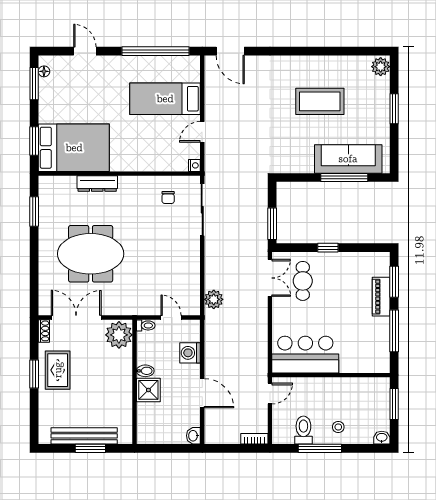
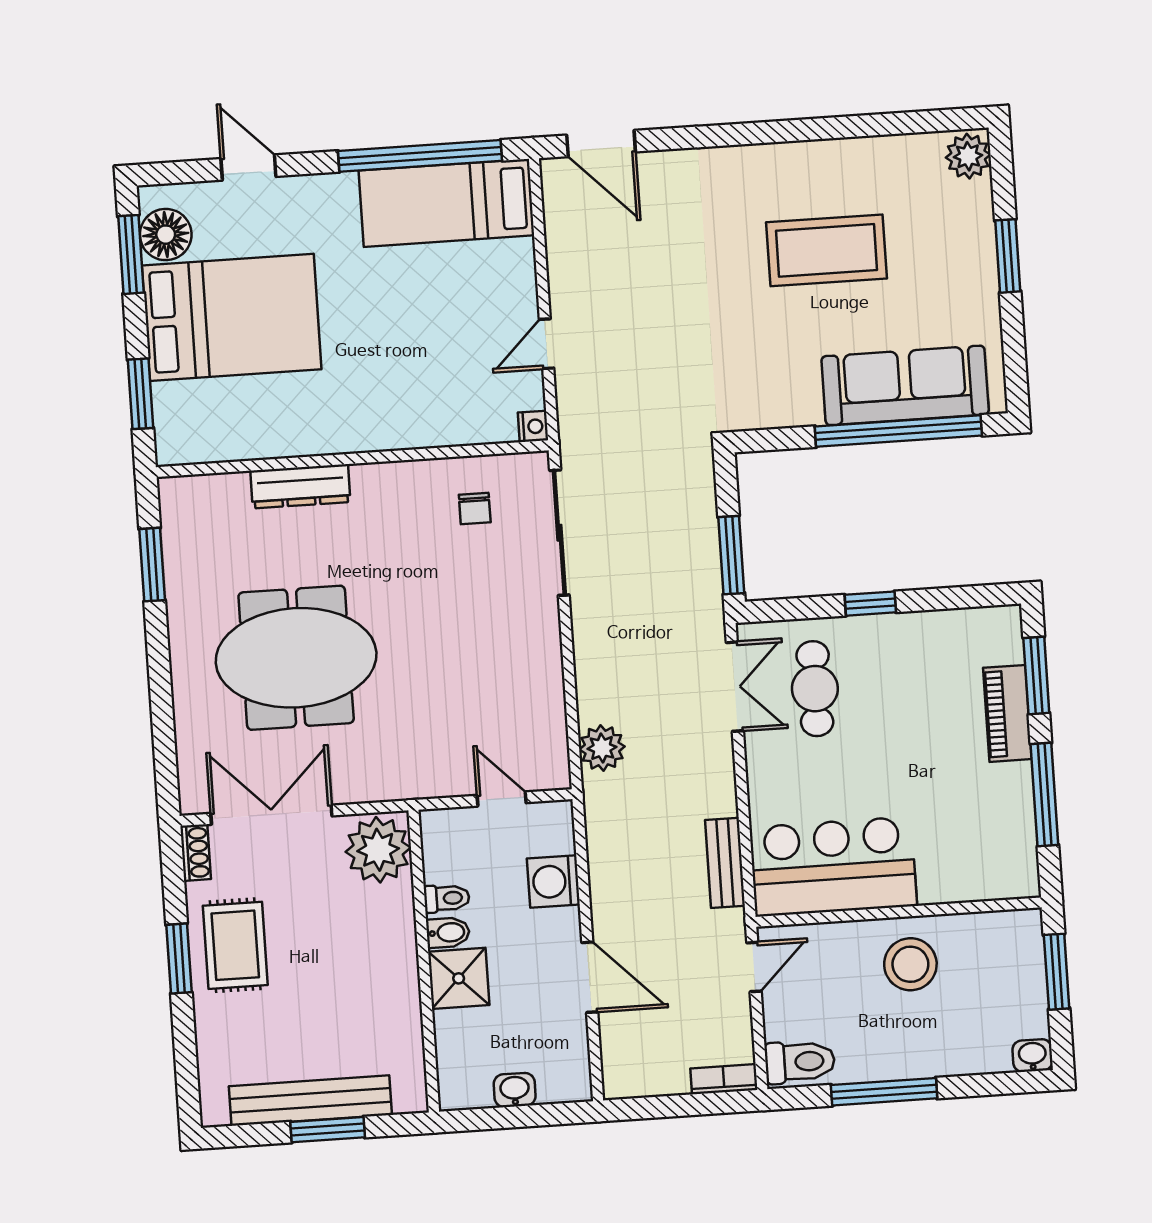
floor lamp: (44, 71) -> (166, 235), width x1.89, depth x1.89
bed: (165, 99) -> (446, 203), moved
bed: (74, 148) -> (232, 317), moved
window: (344, 178) -> (898, 431), width x1.46
toilet: (146, 325) -> (447, 898), moved
bench: (261, 350) -> (725, 863), added
stool: (338, 427) -> (910, 964), moved, width x1.89, depth x1.89
toilet: (303, 430) -> (800, 1062), moved, turned 90
washbasin: (193, 436) -> (515, 1090), moved, turned 90

